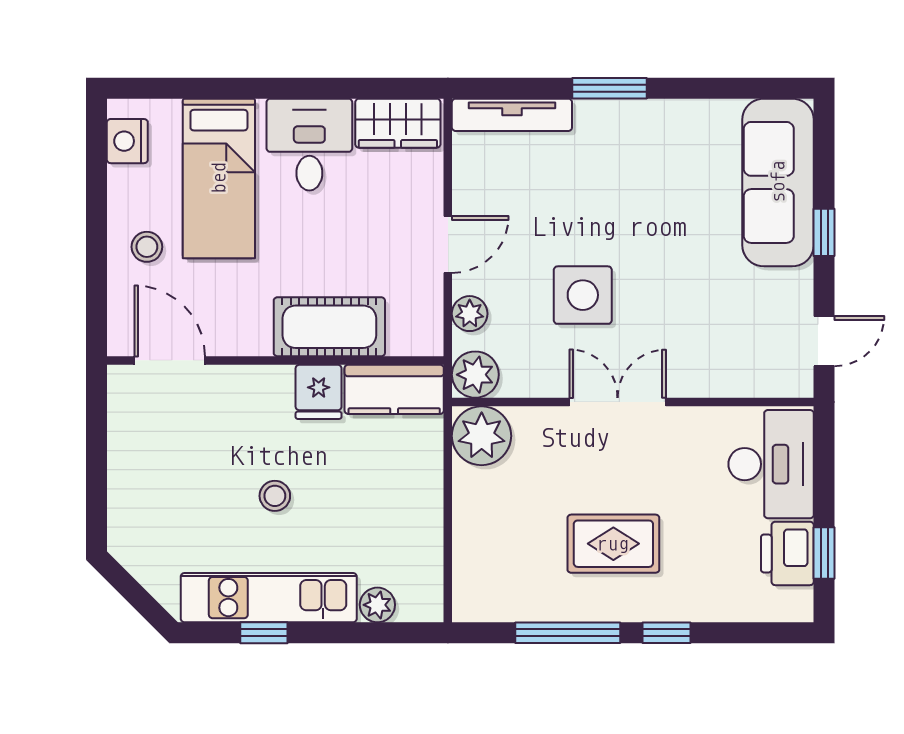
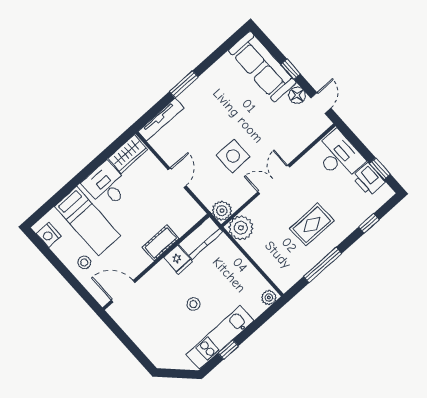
floor lamp: (794, 289) -> (297, 95), added
plant: (470, 314) -> (203, 193), removed
cot: (329, 327) -> (161, 243), width x0.73, depth x0.75
plant: (377, 605) -> (269, 297), moved
window: (667, 633) -> (369, 223), moved

